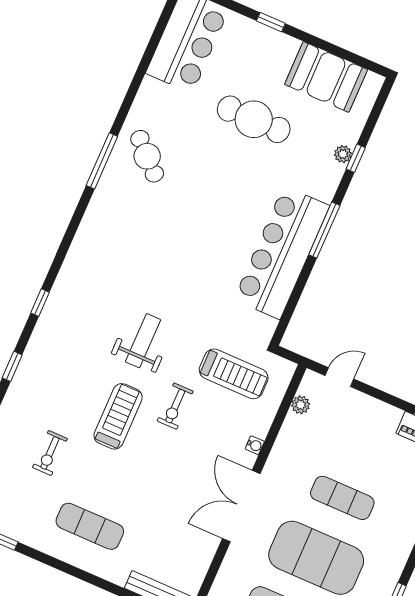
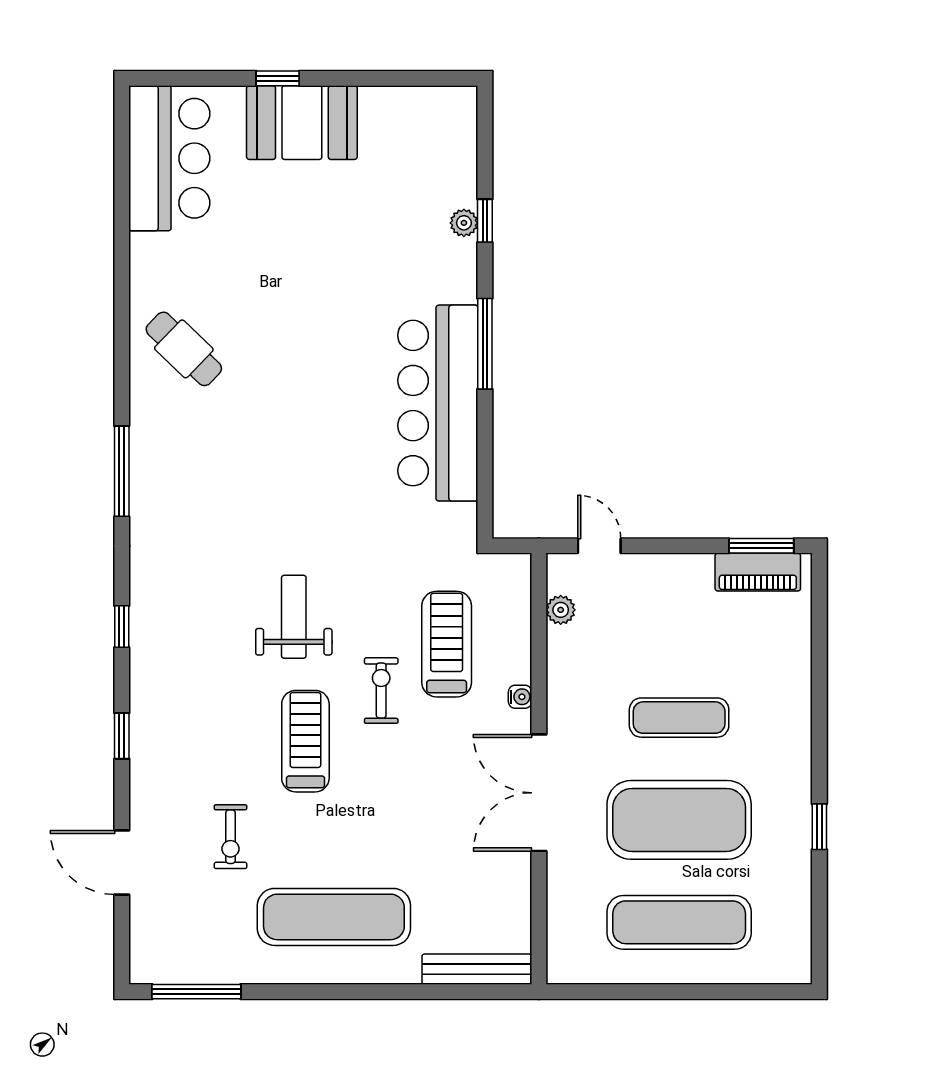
booth: (326, 77) -> (302, 123), moved
cafe table: (254, 119) -> (314, 229), removed
window: (102, 161) -> (122, 471), moved
treadmill: (234, 374) -> (447, 644), moved, turned -90
door: (339, 377) -> (599, 546), hinge flipped
exercise bike: (175, 406) -> (381, 691), turned 180
exercise mat: (90, 526) -> (334, 917), width x1.36, depth x1.45

